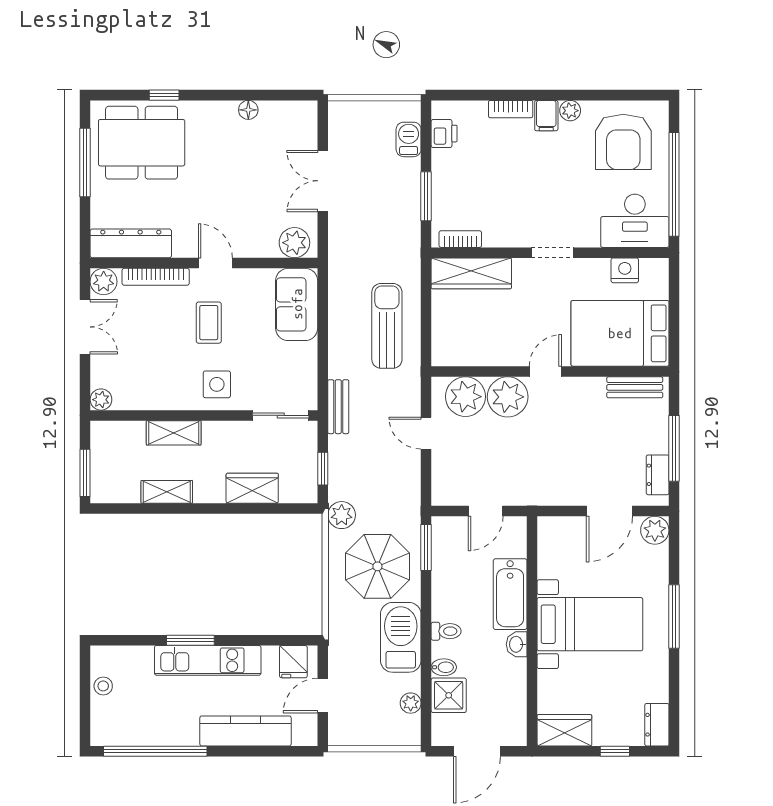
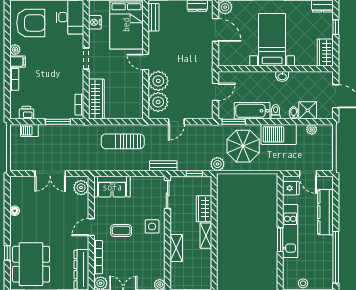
shelving: (167, 492) -> (206, 236), moved
door: (486, 511) -> (215, 92), hinge flipped
bathtub: (510, 594) -> (252, 111), moved, turned 180

